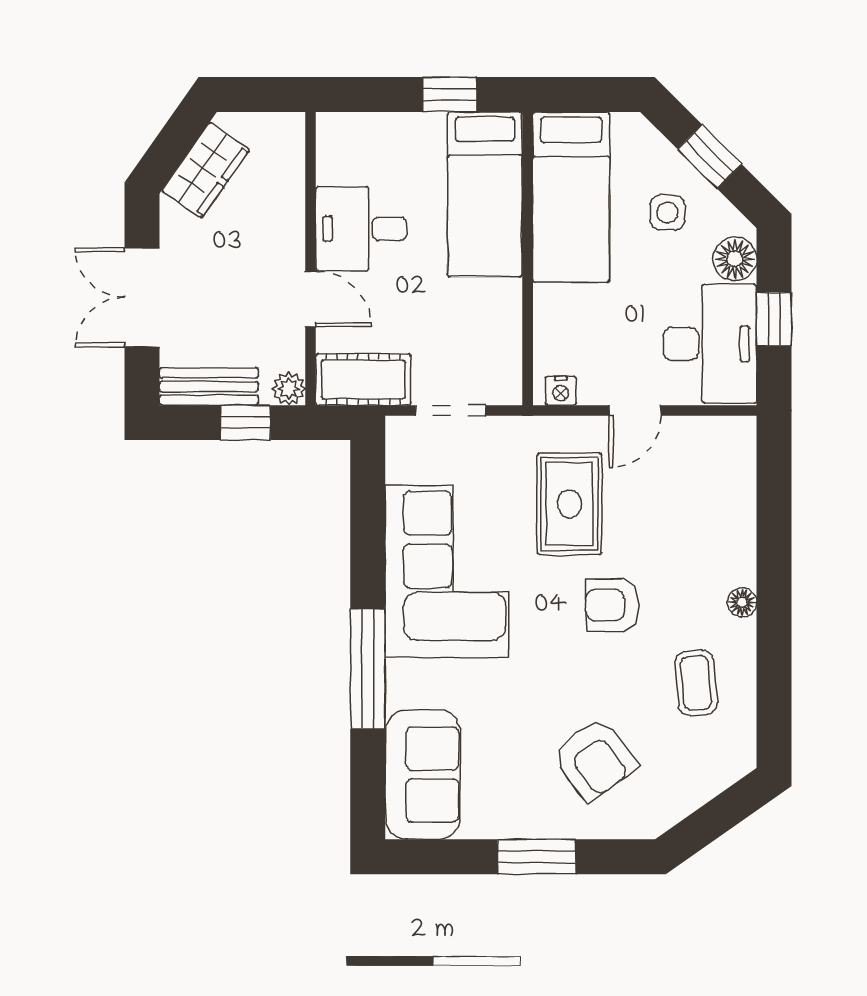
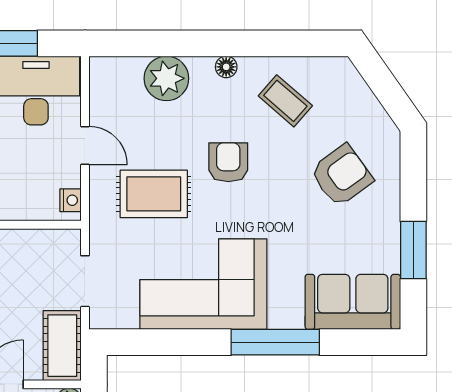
plant: (726, 521) -> (166, 78), added
armchair: (612, 605) -> (228, 162), turned 180
coffee table: (696, 683) -> (285, 101), turned 46
window: (536, 857) -> (413, 250), moved

